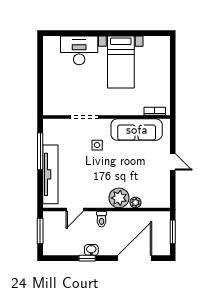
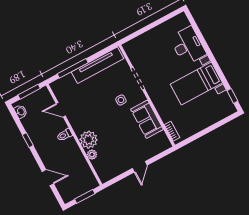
window: (152, 33) -> (232, 96), added
sofa: (137, 130) -> (147, 119), width x0.73
window: (40, 151) -> (73, 68), moved
tv unit: (50, 174) -> (98, 65), moved
washbasin: (91, 250) -> (21, 112), moved
door: (135, 258) -> (48, 178), width x0.53

